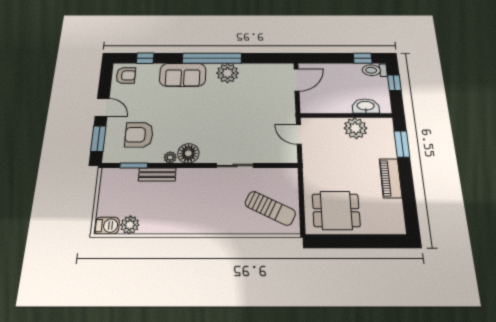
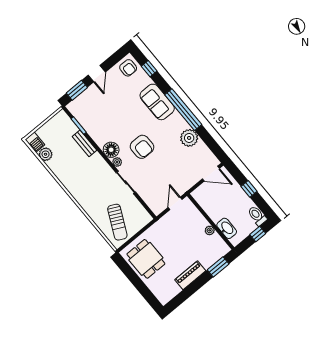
window: (363, 58) -> (249, 189), moved
plant: (228, 73) -> (189, 138), moved
plant: (355, 128) -> (210, 230), width x0.53, depth x0.53
armchair: (139, 135) -> (142, 147), moved, turned 180
plant: (170, 157) -> (117, 162), moved

